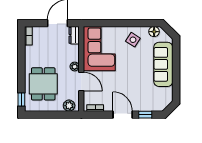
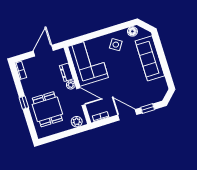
dresser: (74, 35) -> (66, 72), moved
window: (21, 100) -> (24, 103), moved

